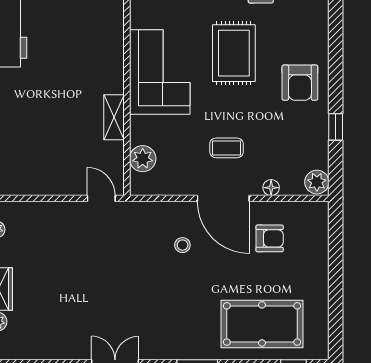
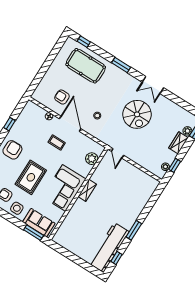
shelving: (114, 117) -> (87, 190), moved
plant: (317, 182) -> (30, 107), removed
spiral stairs: (110, 294) -> (137, 114), added

